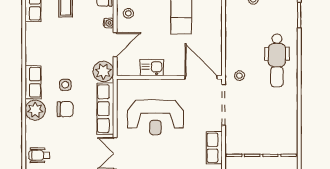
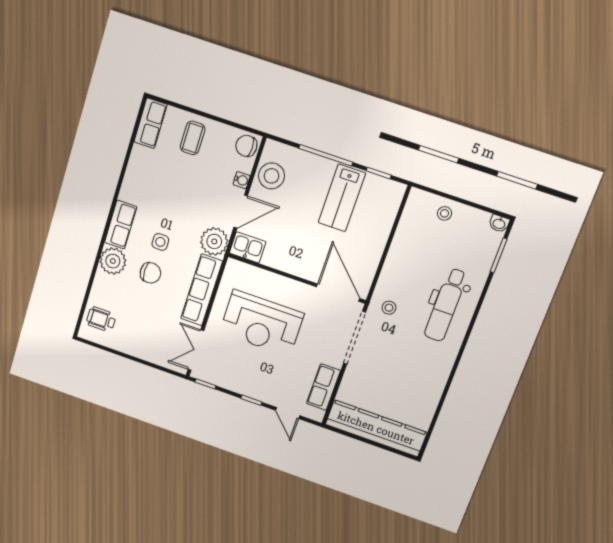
stool: (128, 13) -> (272, 176), width x1.89, depth x1.89
kitchen sink: (152, 68) -> (248, 247), moved

